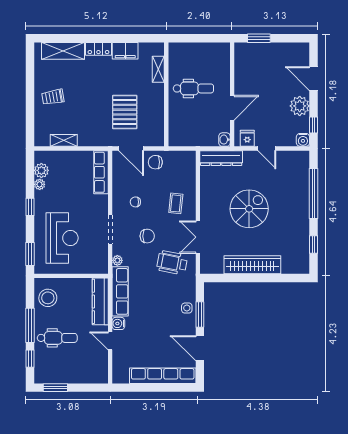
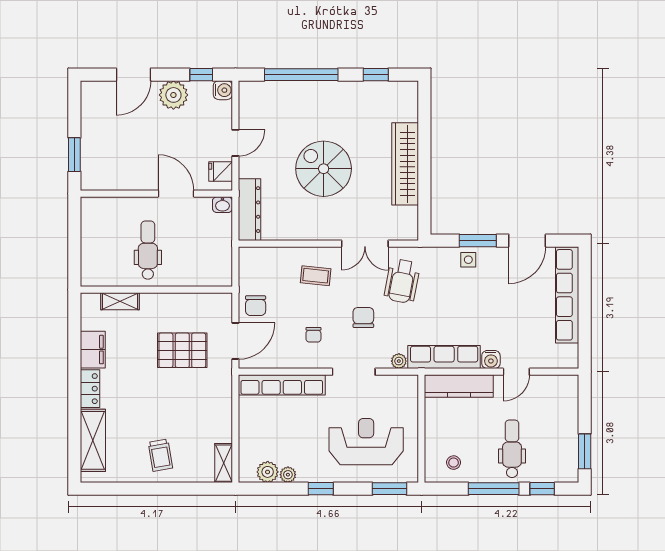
shelving: (64, 140) -> (224, 463), moved
row of seats: (101, 172) -> (282, 385), width x1.36
stool: (48, 298) -> (454, 463), width x0.53, depth x0.53

